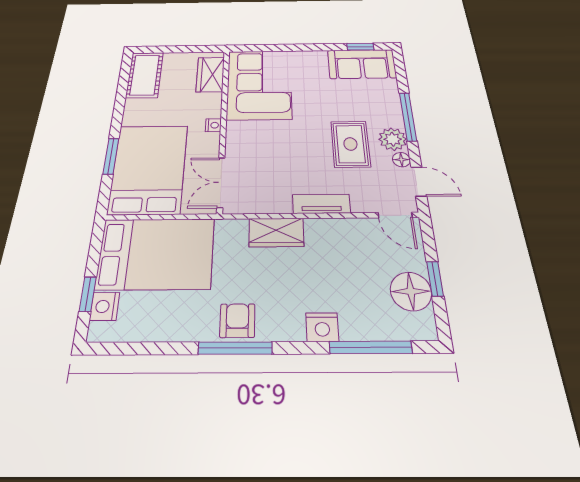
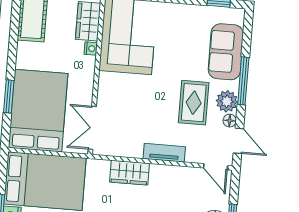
sofa: (362, 64) -> (226, 52), moved, turned 90
nightstand: (213, 125) -> (91, 49), moved

